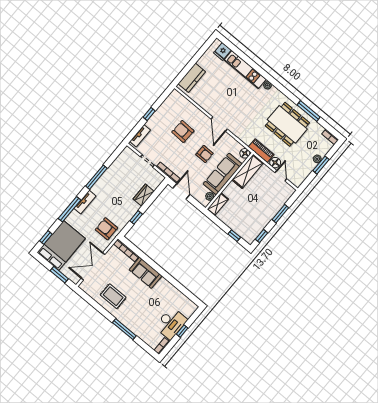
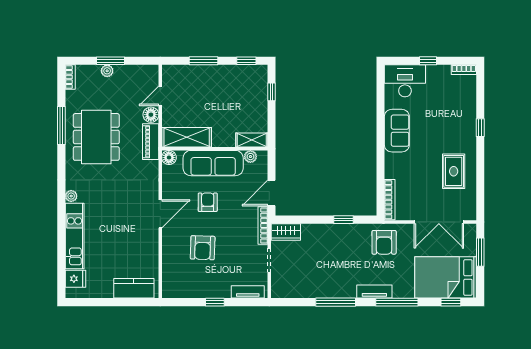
wardrobe: (144, 195) -> (286, 232), moved
sofa: (146, 273) -> (397, 131), moved
desk: (171, 323) -> (405, 81), moved
window: (124, 329) -> (480, 128), width x0.46

